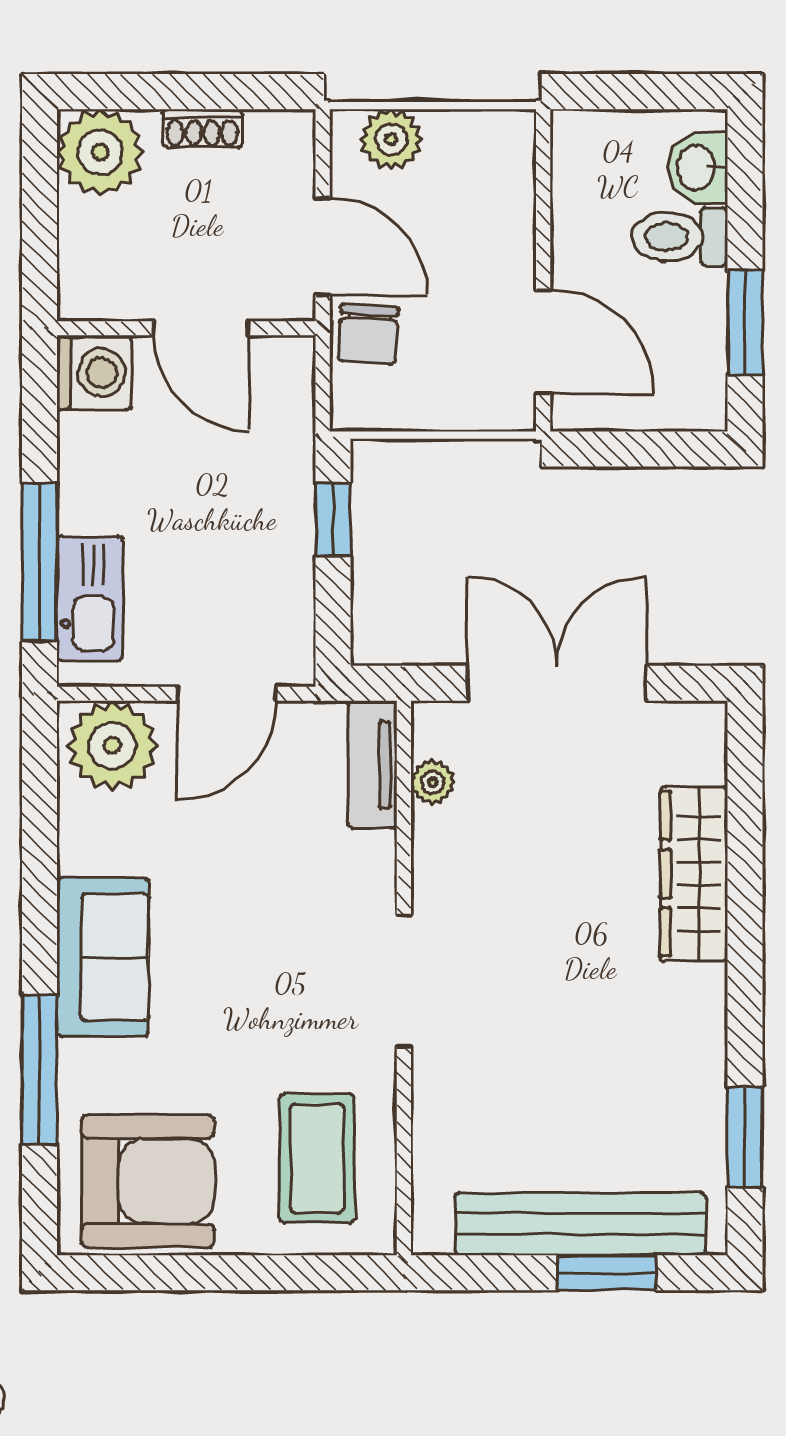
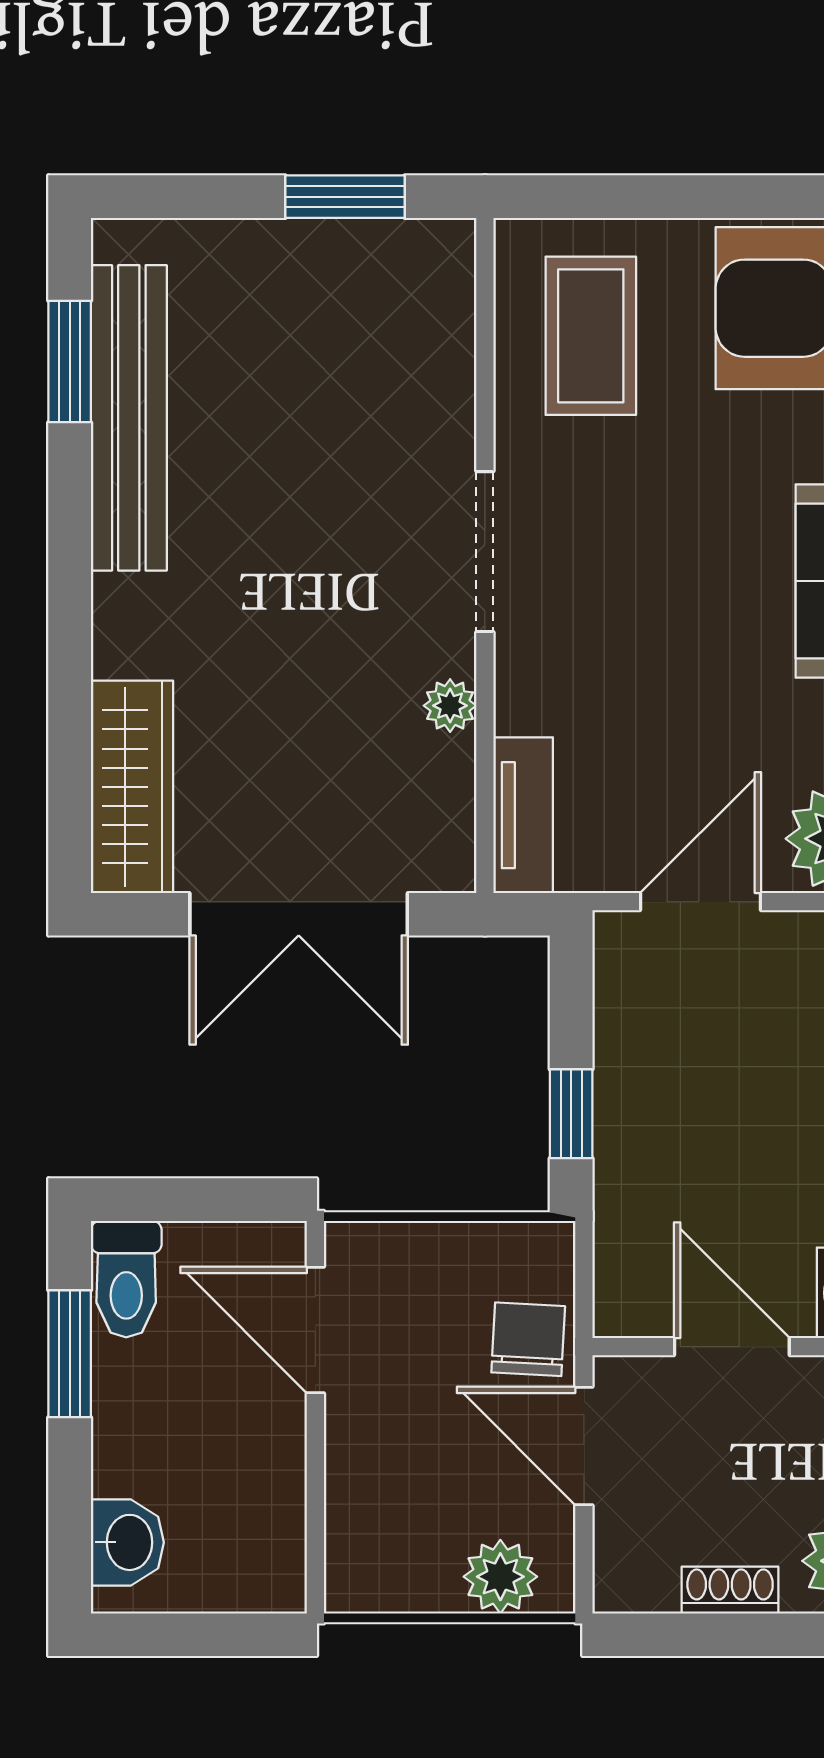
toilet: (680, 237) -> (126, 1279), moved, turned 90
plant: (433, 782) -> (450, 706), moved
wardrobe: (694, 874) -> (132, 787), moved
bench: (580, 1224) -> (129, 418), moved, turned 90
window: (607, 1273) -> (345, 197), moved

